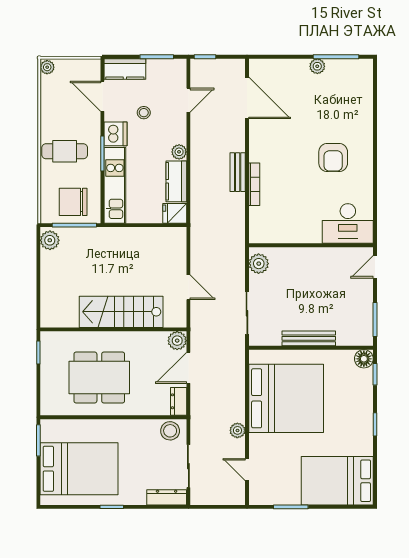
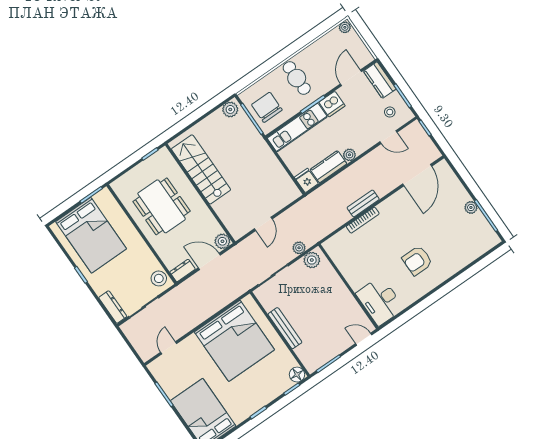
stool: (144, 113) -> (390, 112), moved
stairs: (121, 312) -> (201, 169), moved
plant: (237, 430) -> (299, 248), moved

